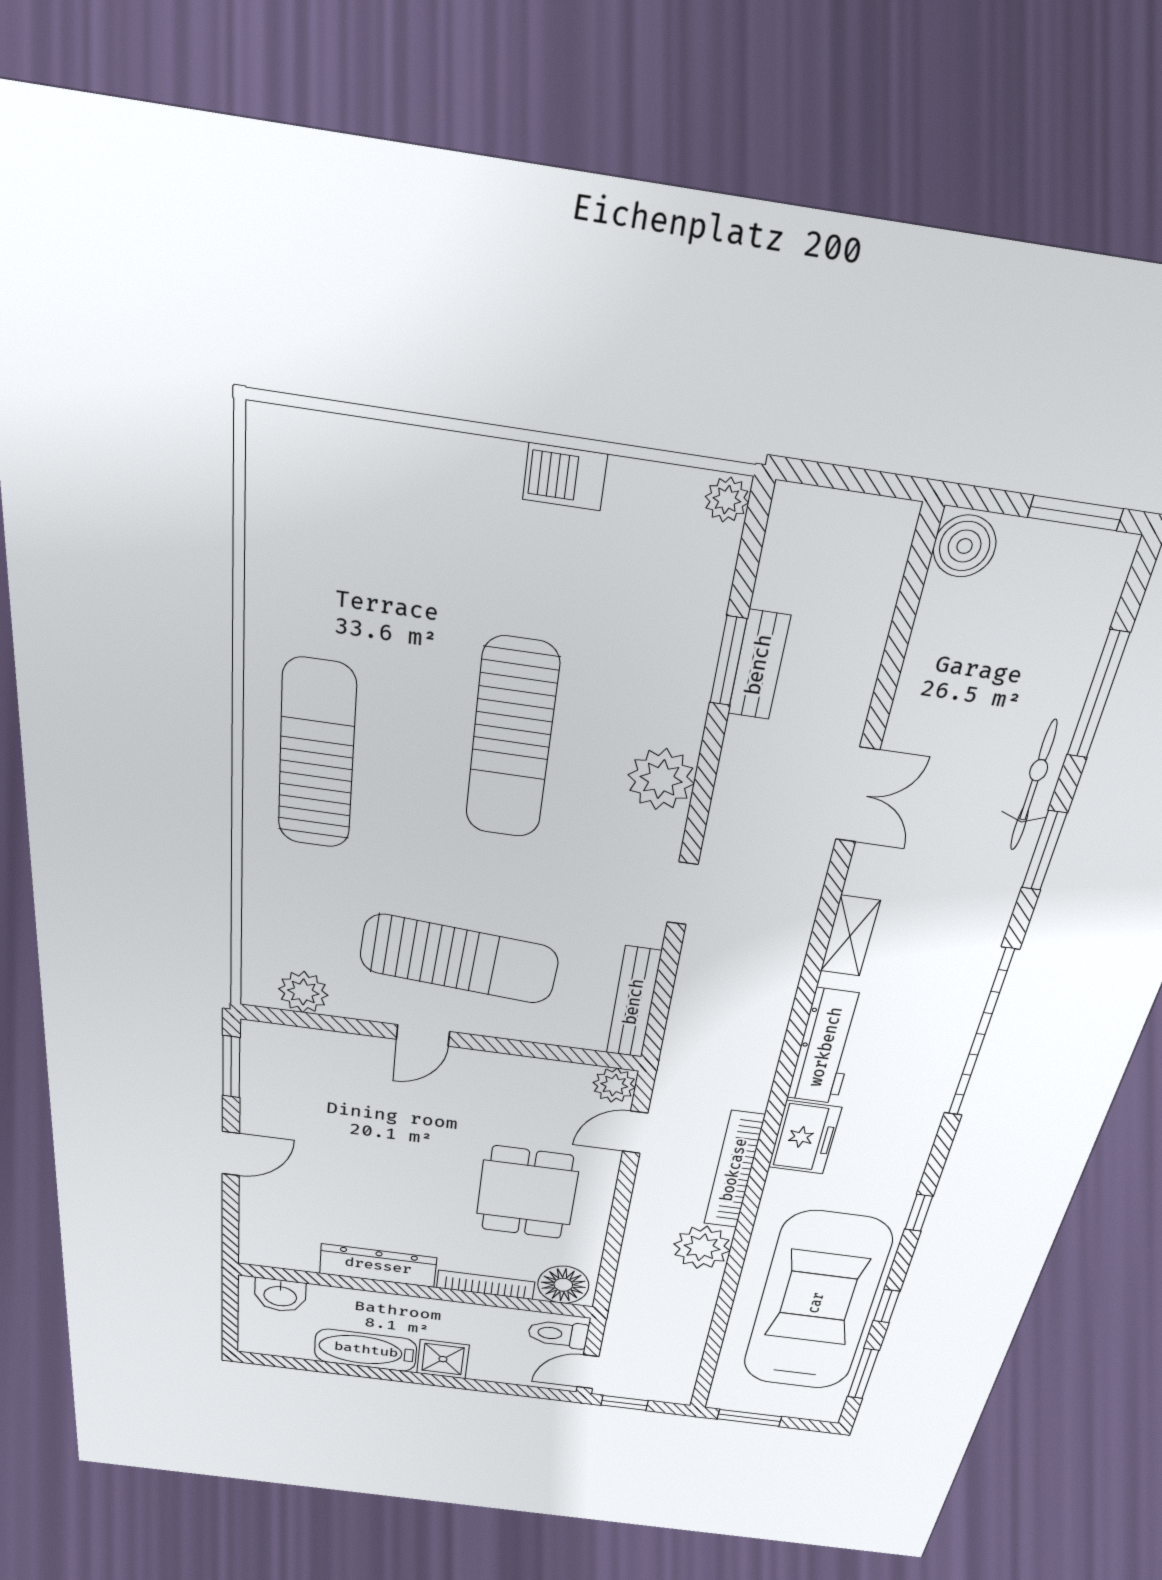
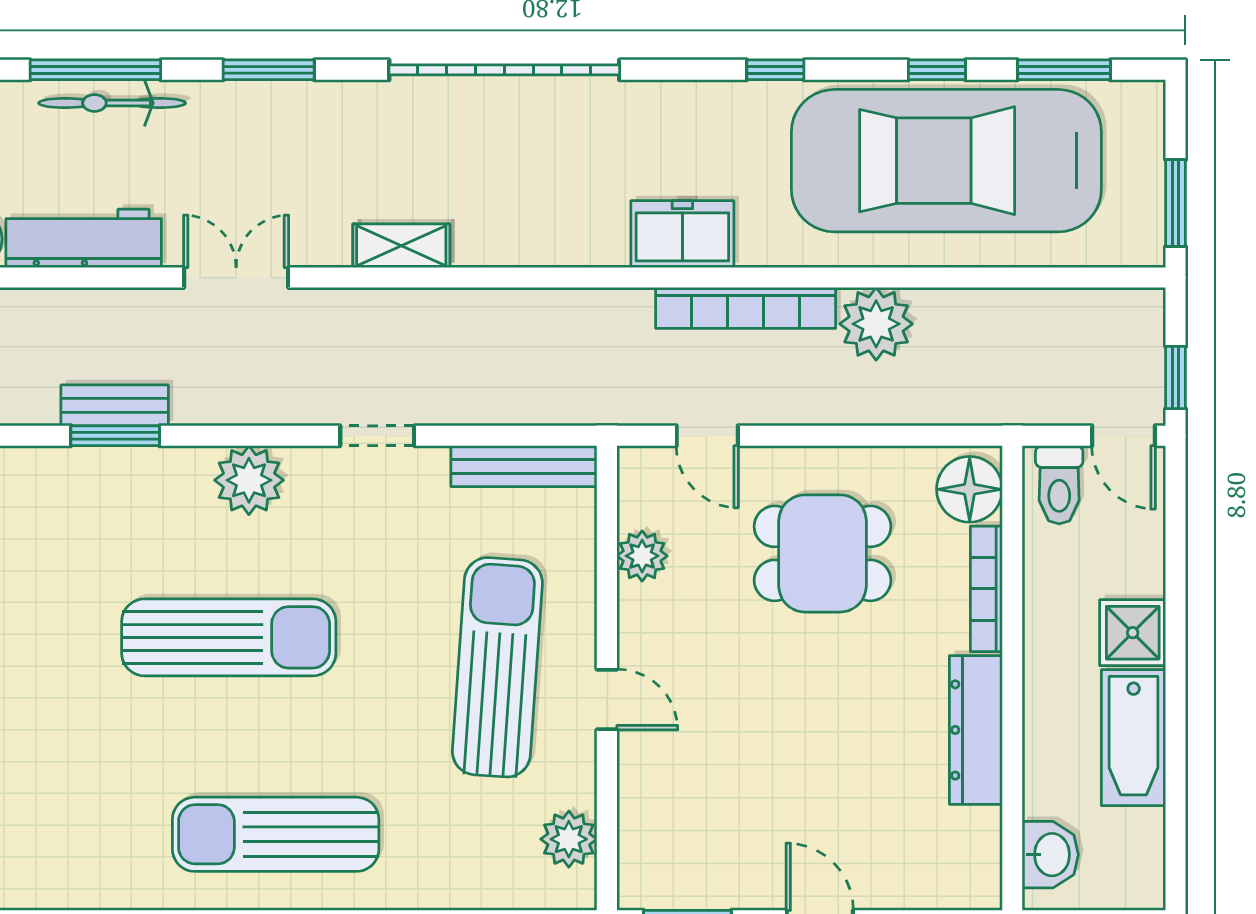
bicycle: (1033, 786) -> (112, 103), moved
workbench: (826, 1047) -> (84, 238), moved
plant: (614, 1085) -> (642, 556), moved

